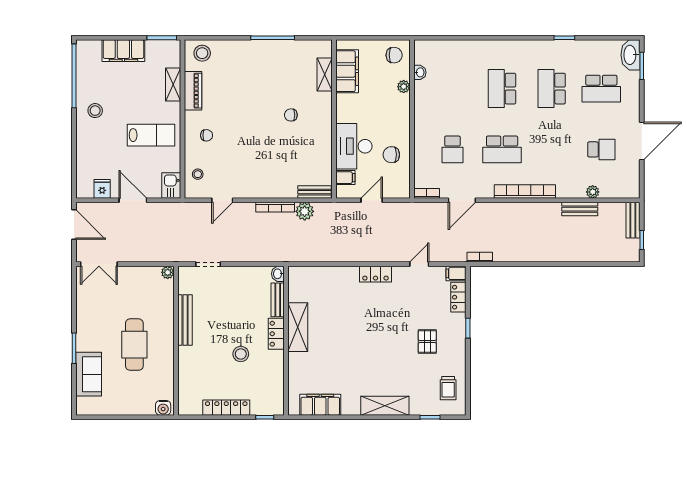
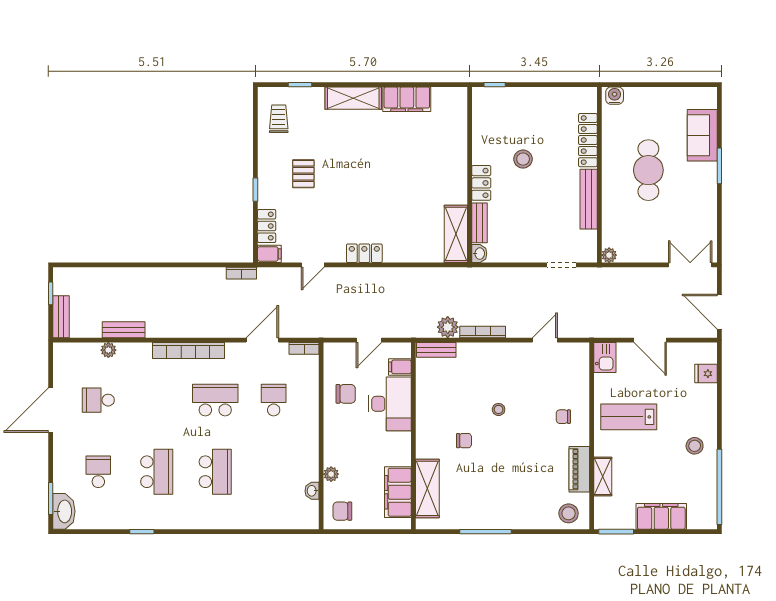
shelving: (325, 74) -> (427, 488), width x1.50, depth x1.33
school desk: (601, 89) -> (98, 472), width x0.54
stool: (198, 174) -> (499, 409), moved
fridge: (102, 189) -> (706, 374), moved, turned 90
shelving: (298, 327) -> (456, 234), moved
filing cabinet: (320, 405) -> (407, 99), moved
locker: (226, 408) -> (588, 140), moved, turned 90

